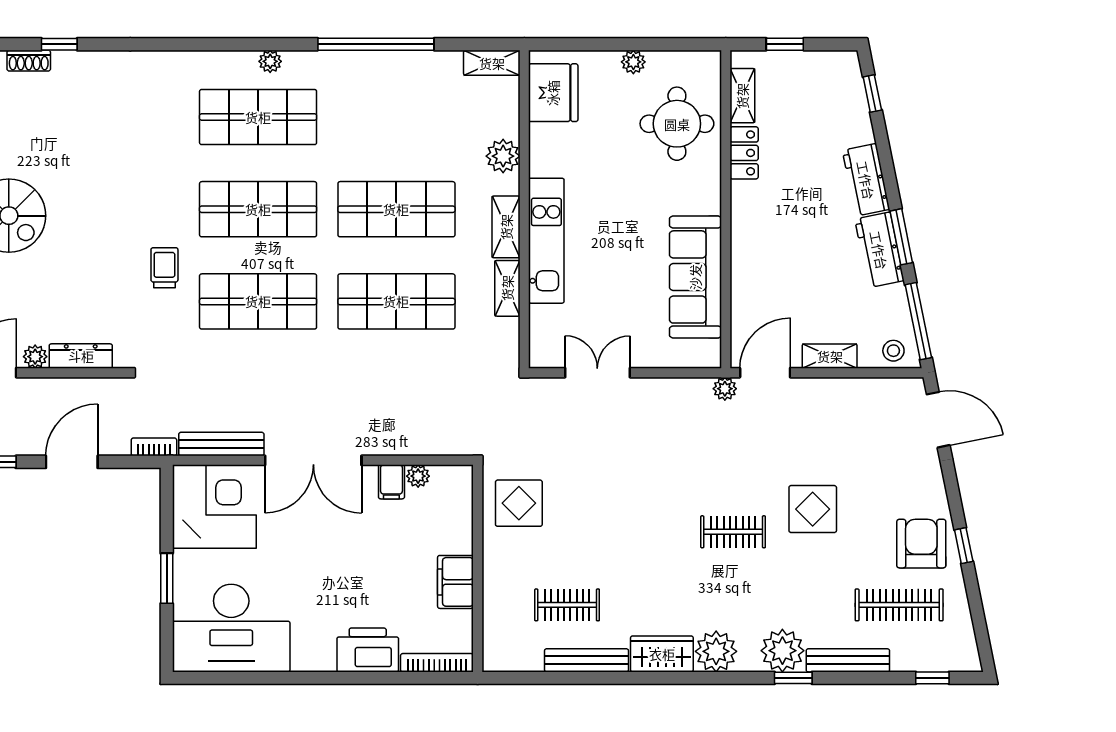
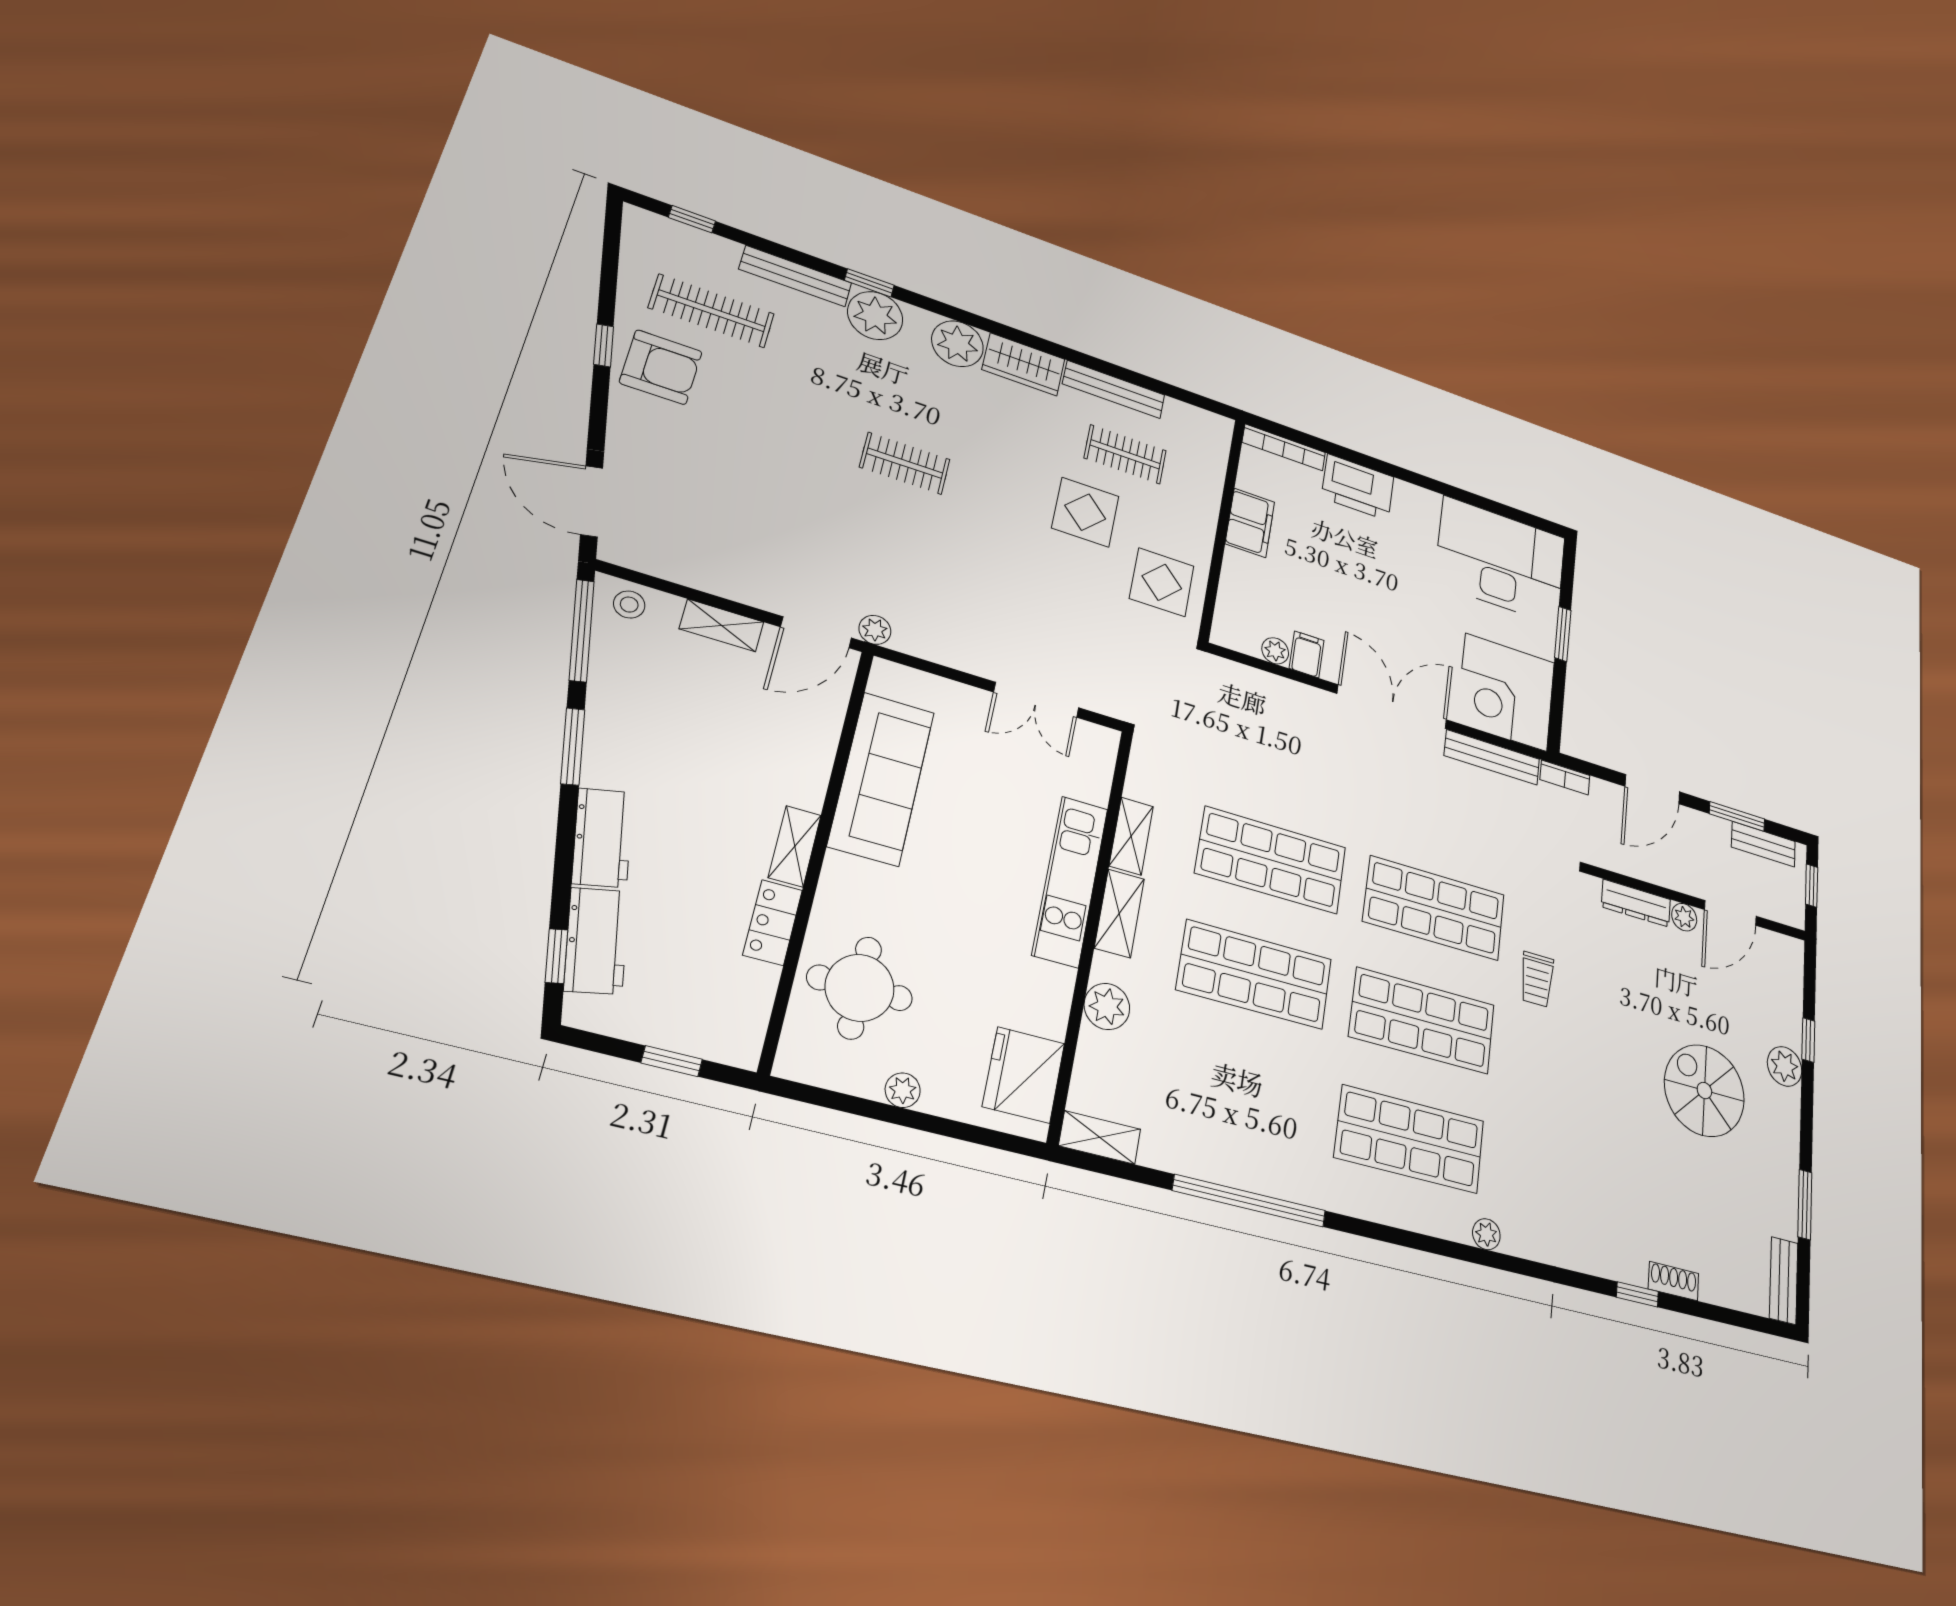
plant: (270, 61) -> (1486, 1234), moved
shelving: (742, 96) -> (795, 846), moved
workbench: (879, 250) -> (596, 941), moved
display table: (813, 509) -> (1085, 512), moved
armchair: (921, 544) -> (661, 367), turned -90

